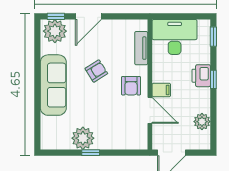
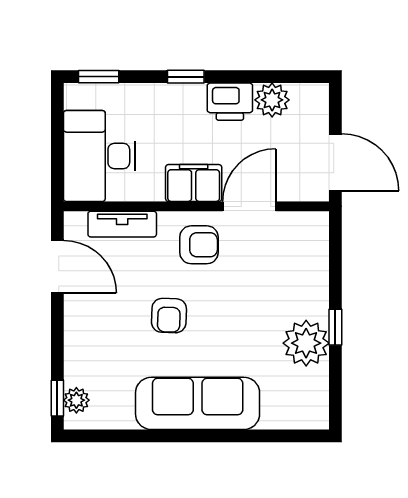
door: (88, 16) -> (57, 267), moved
plant: (55, 31) -> (76, 400), width x0.53, depth x0.53
armchair: (96, 71) -> (169, 316), turned -146
printer: (201, 76) -> (230, 102), moved
filing cabinet: (161, 90) -> (194, 183), width x2.00

